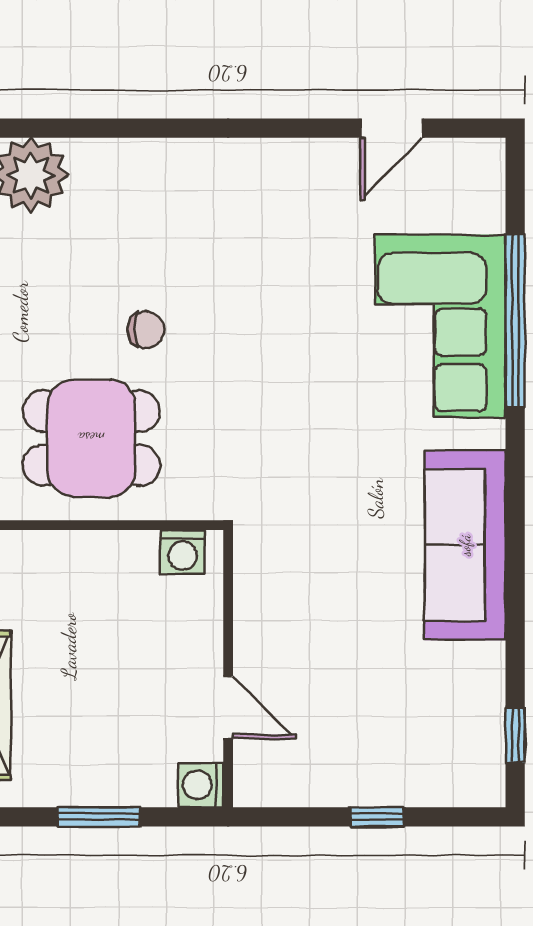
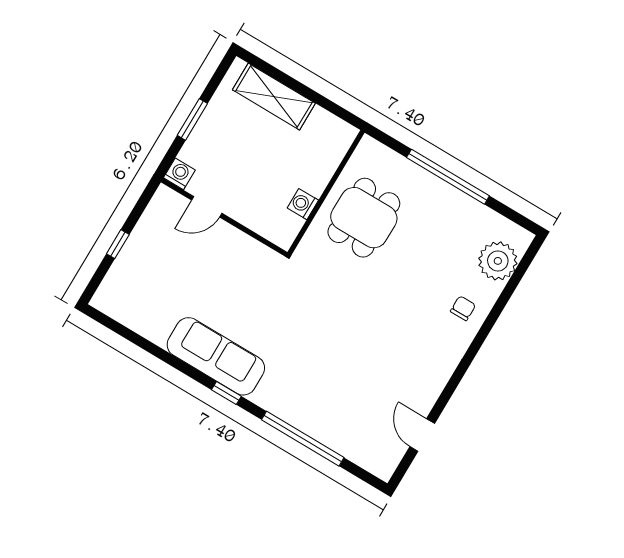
corner sofa: (440, 326) -> (321, 404), removed
chair: (146, 330) -> (463, 308), moved, turned 180
washing machine: (182, 552) -> (303, 204), moved
window: (515, 735) -> (226, 393), moved

